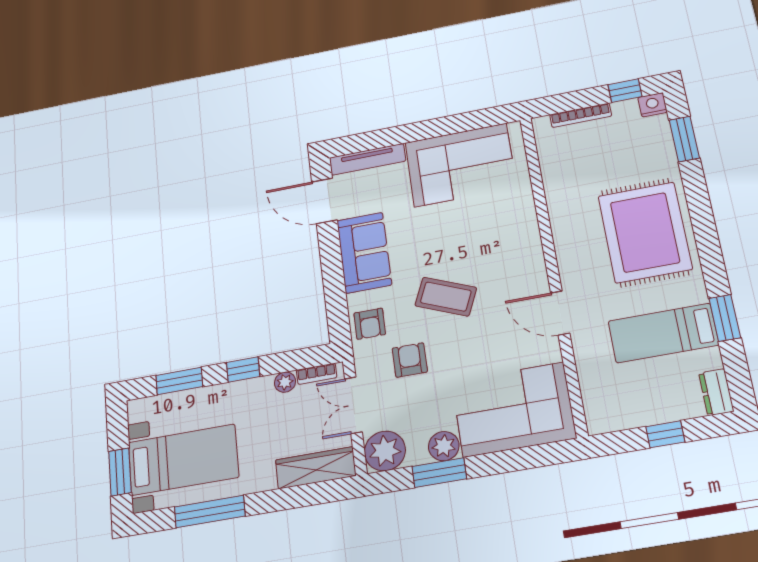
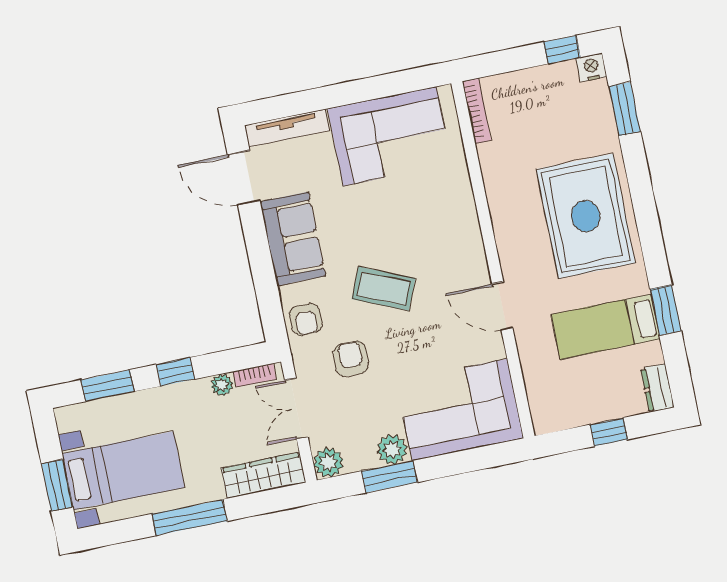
bookcase: (581, 115) -> (477, 111), moved, turned -90
plant: (385, 451) -> (328, 462), width x0.73, depth x0.73
window: (210, 511) -> (189, 517), moved

